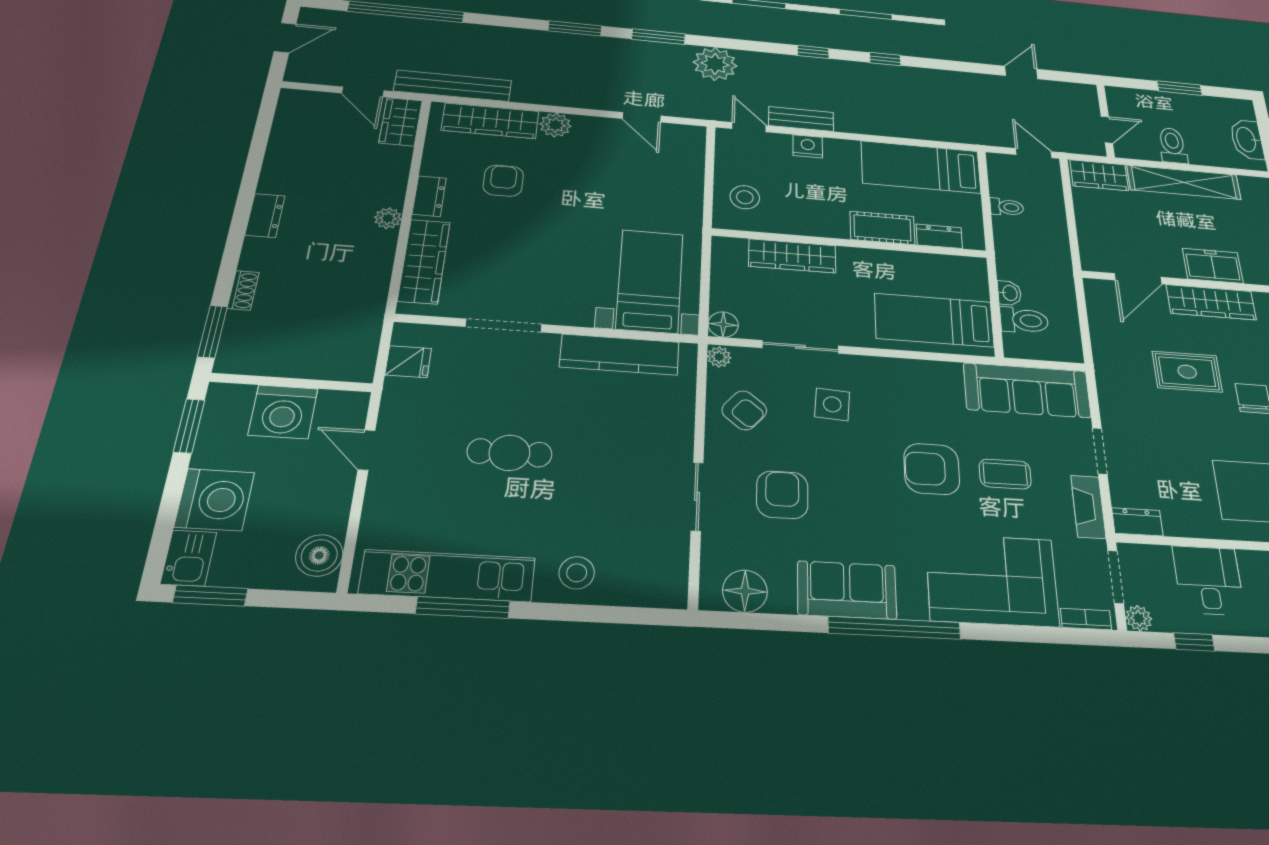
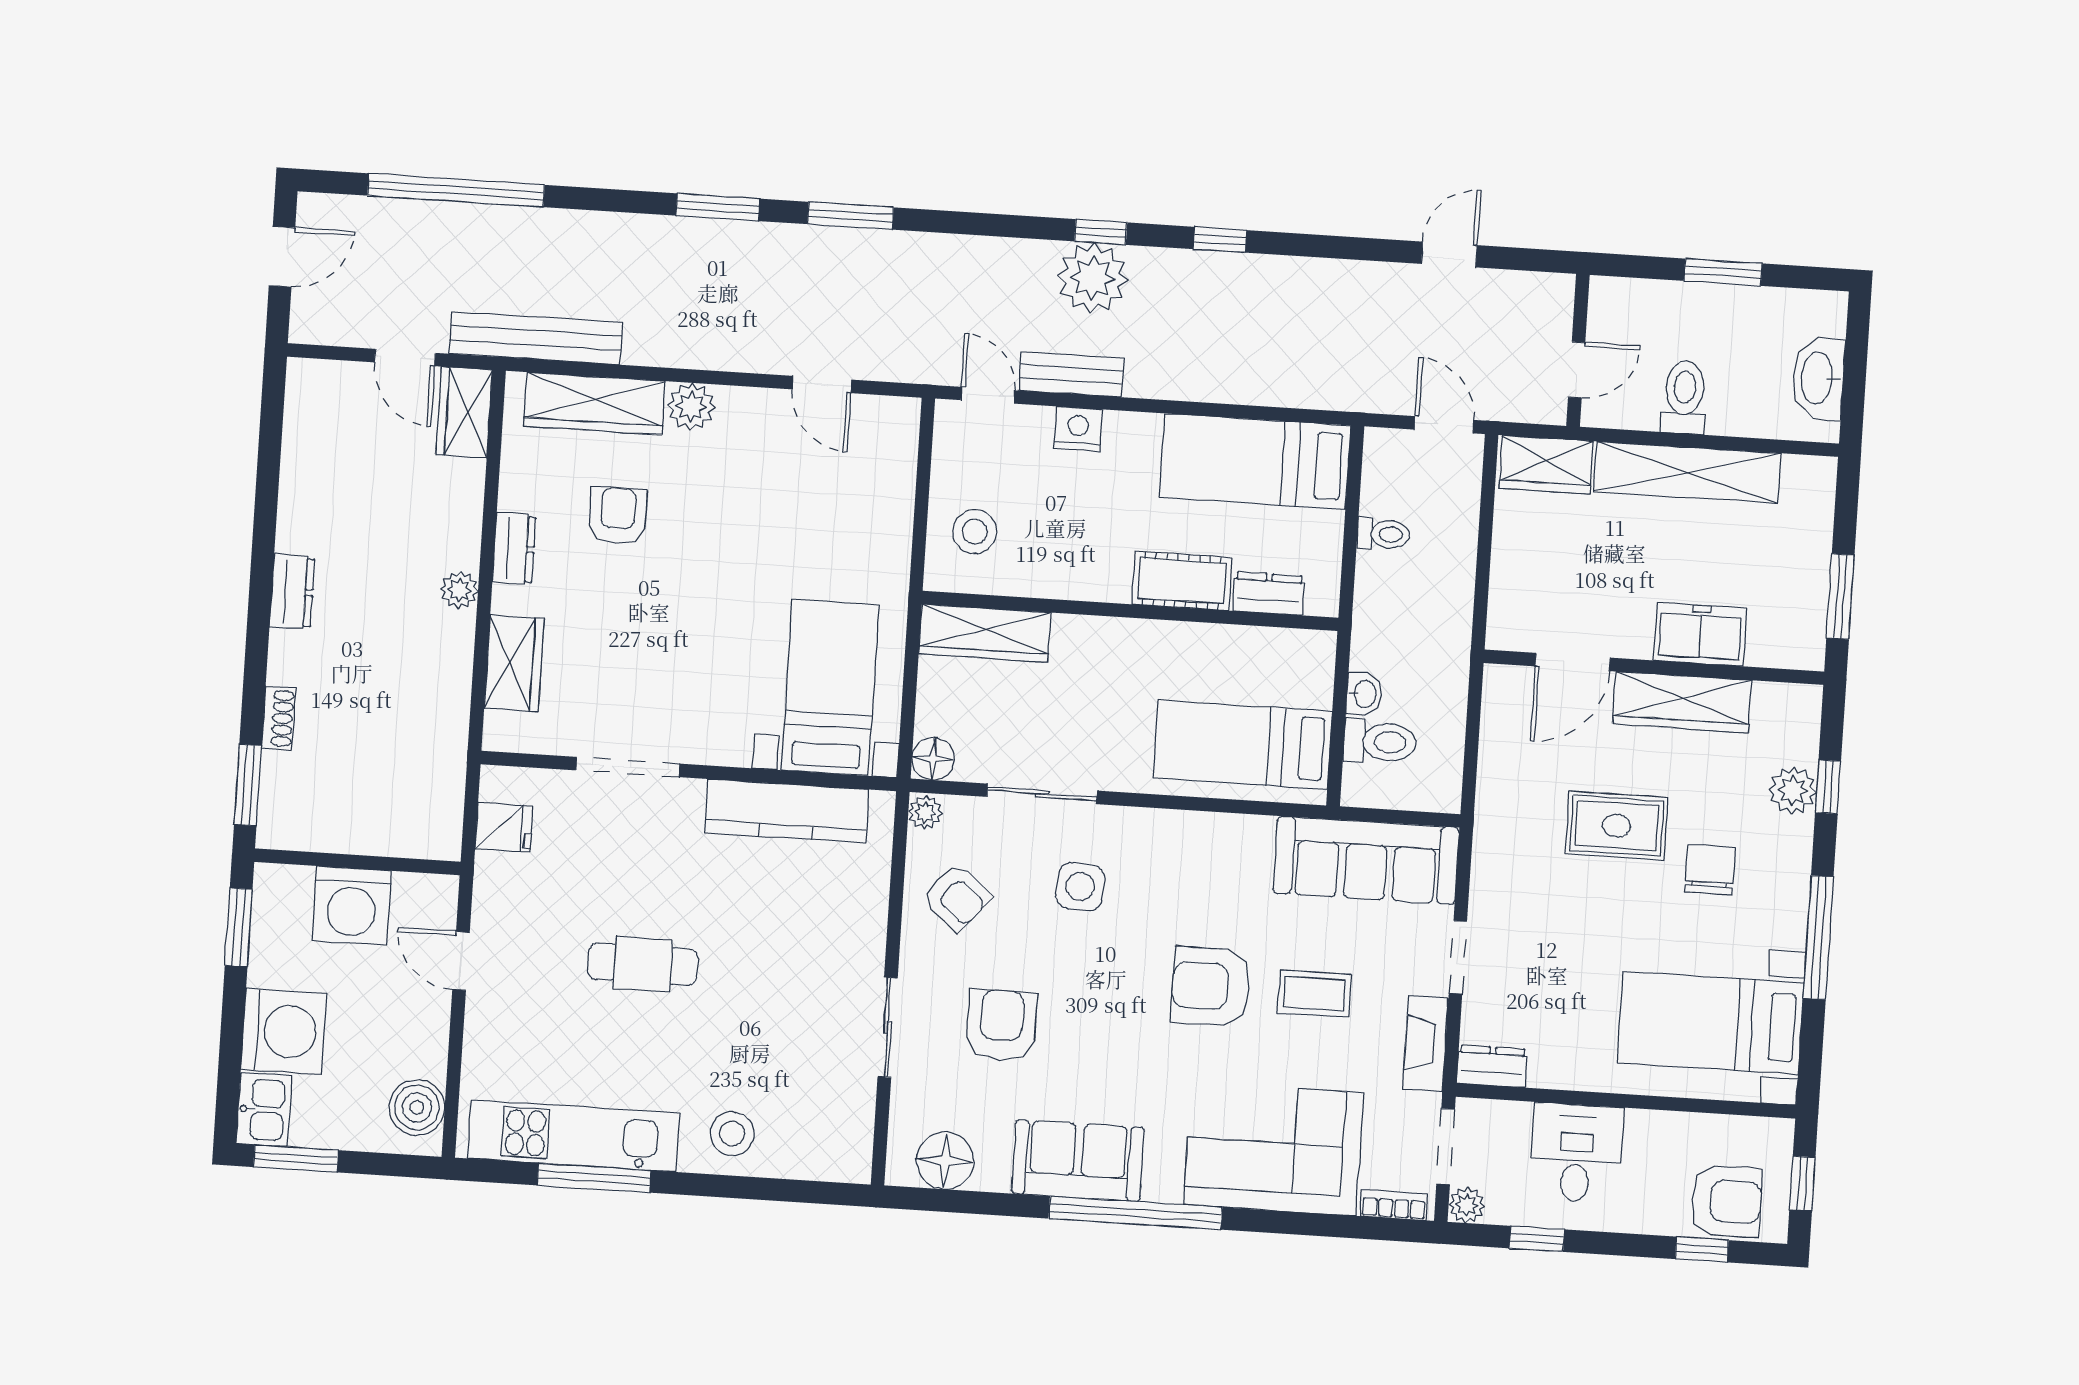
plant: (715, 64) -> (1093, 278), moved
wardrobe: (792, 256) -> (985, 633), moved
wardrobe: (424, 261) -> (514, 663), width x0.67

